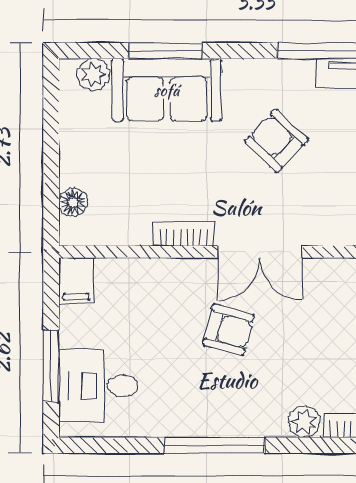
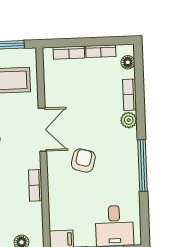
double door: (260, 252) -> (42, 130), moved

